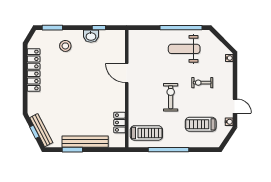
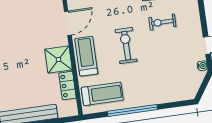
door: (127, 73) -> (68, 23), swing flipped
shower: (115, 101) -> (58, 60), added
treadmill: (201, 124) -> (86, 56), moved, turned 90

